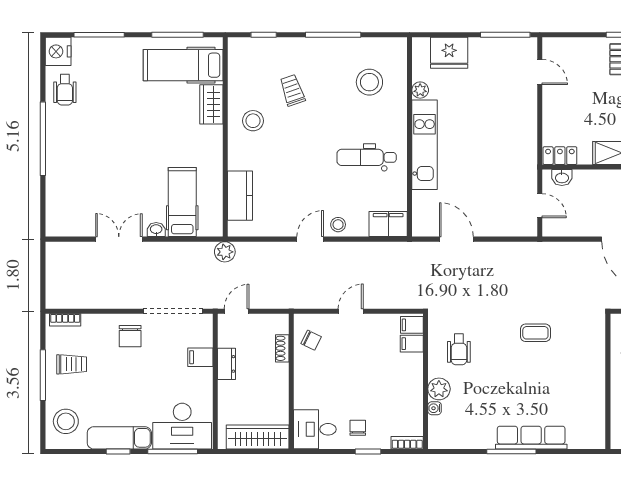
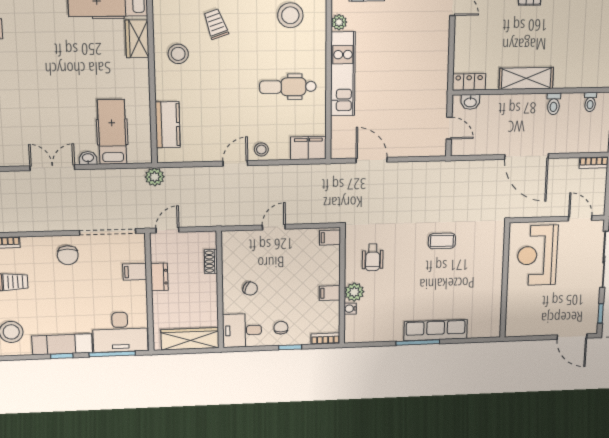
chair: (311, 340) -> (250, 289), moved
filing cabinet: (412, 344) -> (330, 293), moved

